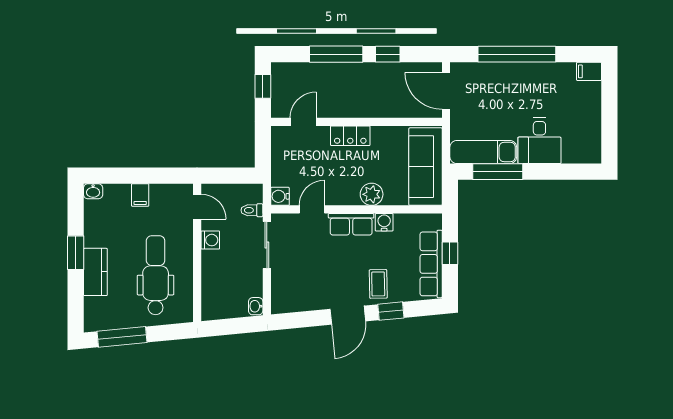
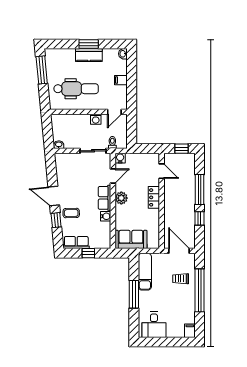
trolley: (496, 88) -> (181, 279), added
door: (446, 91) -> (179, 251), hinge flipped
desk: (539, 141) -> (154, 325), moved, turned -90
sofa: (426, 167) -> (131, 239), width x0.73
window: (498, 172) -> (134, 294), moved
plant: (372, 194) -> (121, 198), moved
door: (312, 209) -> (113, 176), hinge flipped
row of seats: (431, 264) -> (76, 243), width x0.68
kitchen counter: (95, 272) -> (89, 55), moved

